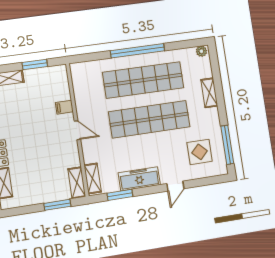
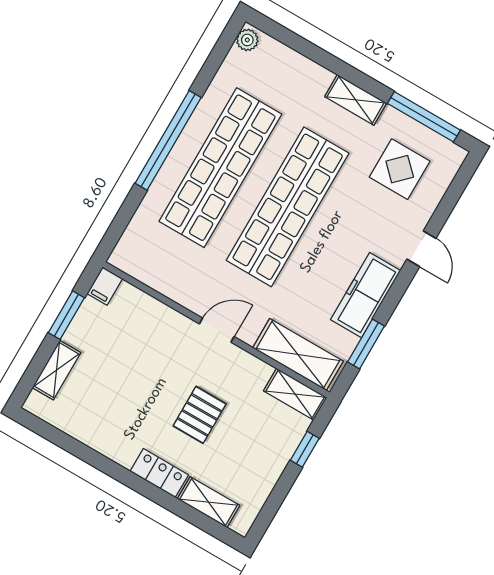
shelving: (209, 93) -> (356, 100), moved
filing cabinet: (64, 107) -> (105, 286), moved
pallet: (37, 151) -> (200, 415), added
shelving: (93, 178) -> (298, 355), width x1.50, depth x1.33
window: (57, 205) -> (305, 449), width x0.67

